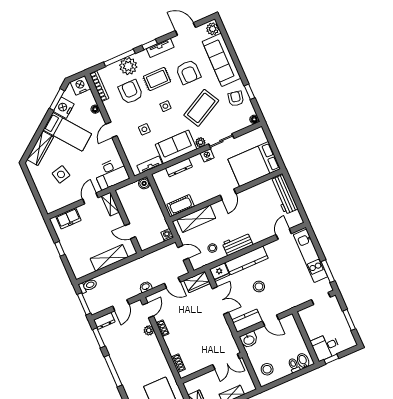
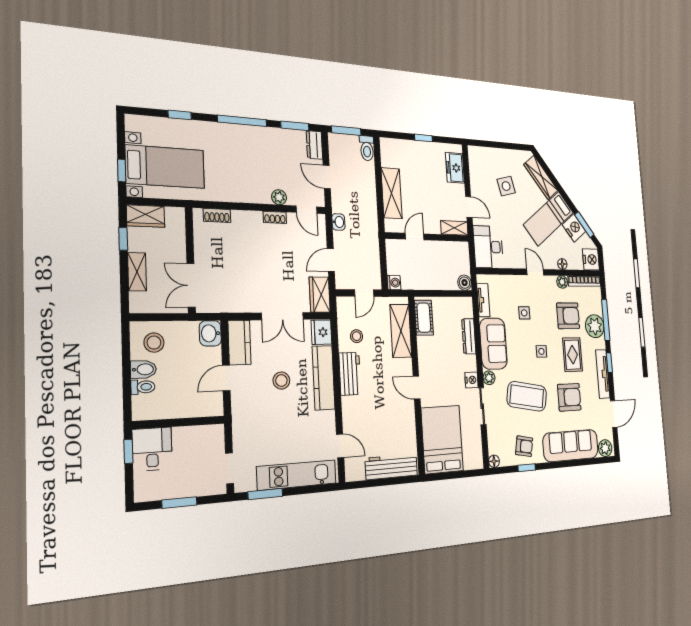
tv unit: (160, 48) -> (603, 374), width x1.41
armchair: (188, 72) -> (569, 397), turned 180
plant: (108, 105) -> (562, 282), added
coffee table: (201, 108) -> (527, 396), turned -52
bidet: (303, 361) -> (143, 369), moved

